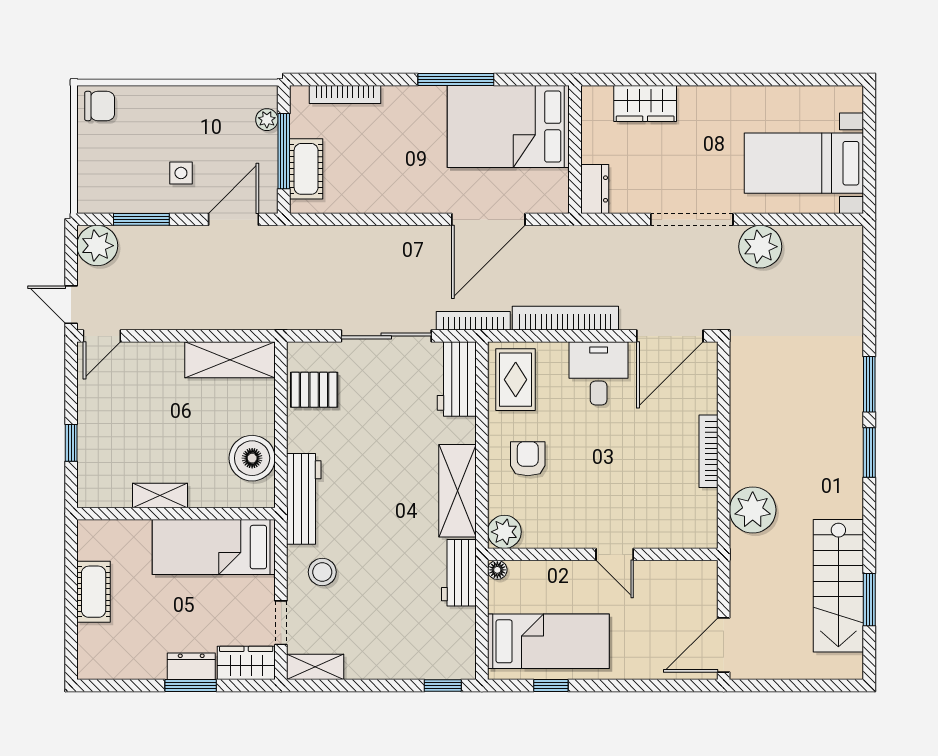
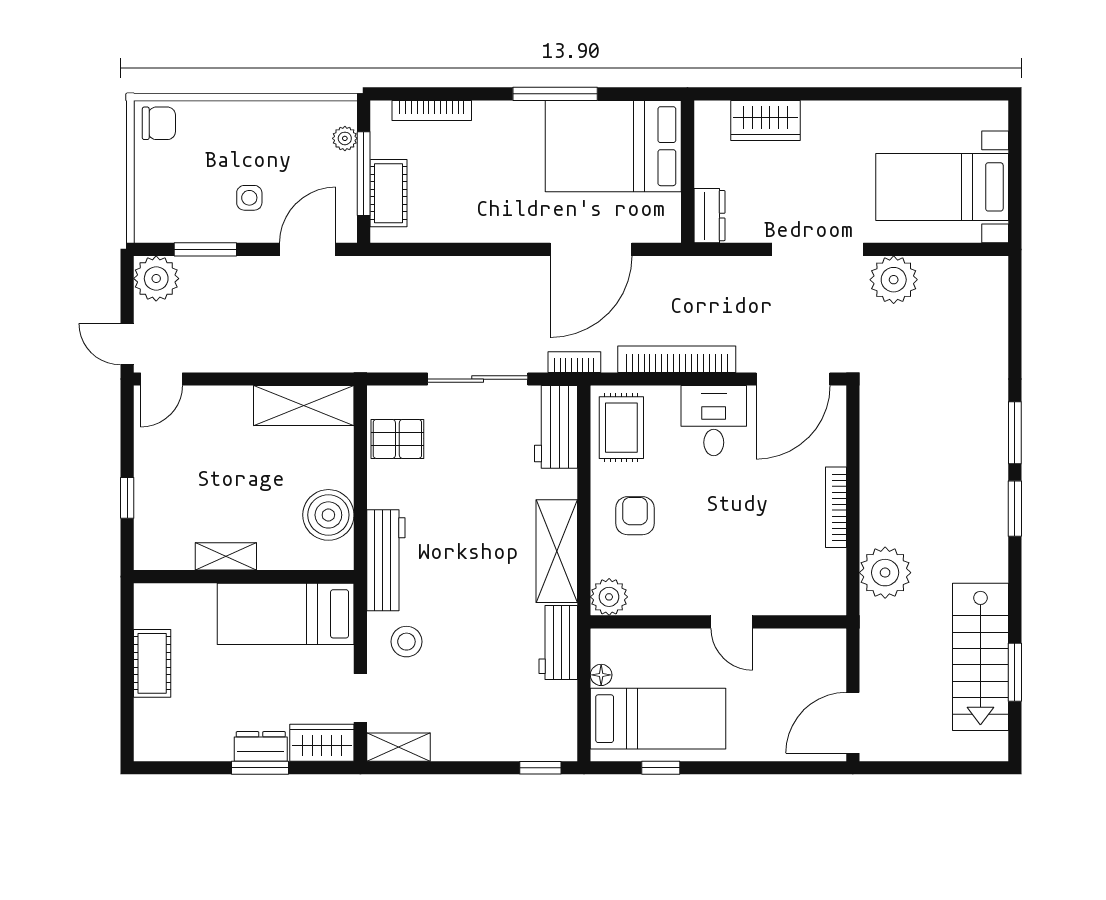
bookcase: (473, 321) -> (574, 362), width x0.64
floor lamp: (497, 570) -> (601, 675), moved

